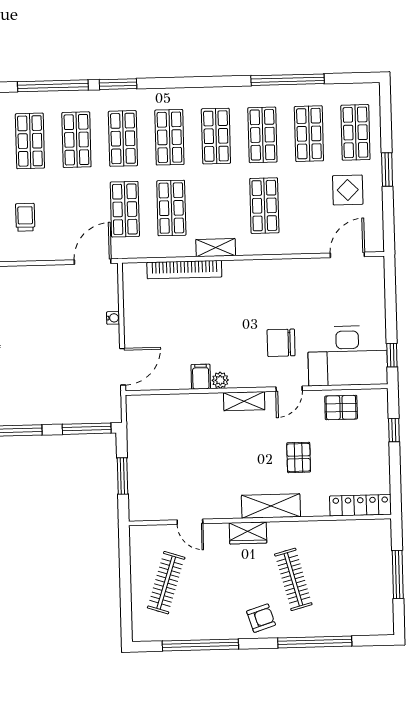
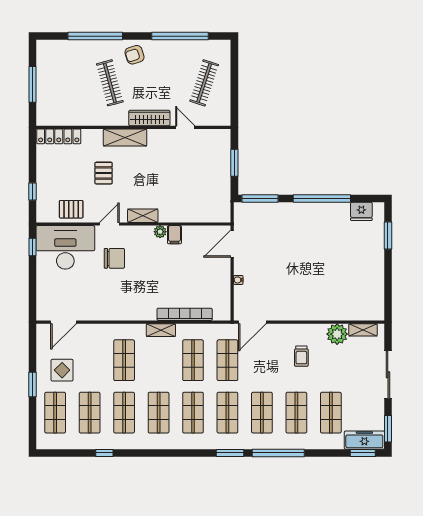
window: (288, 80) -> (104, 453), width x0.32
wardrobe: (248, 533) -> (149, 118), width x1.50

